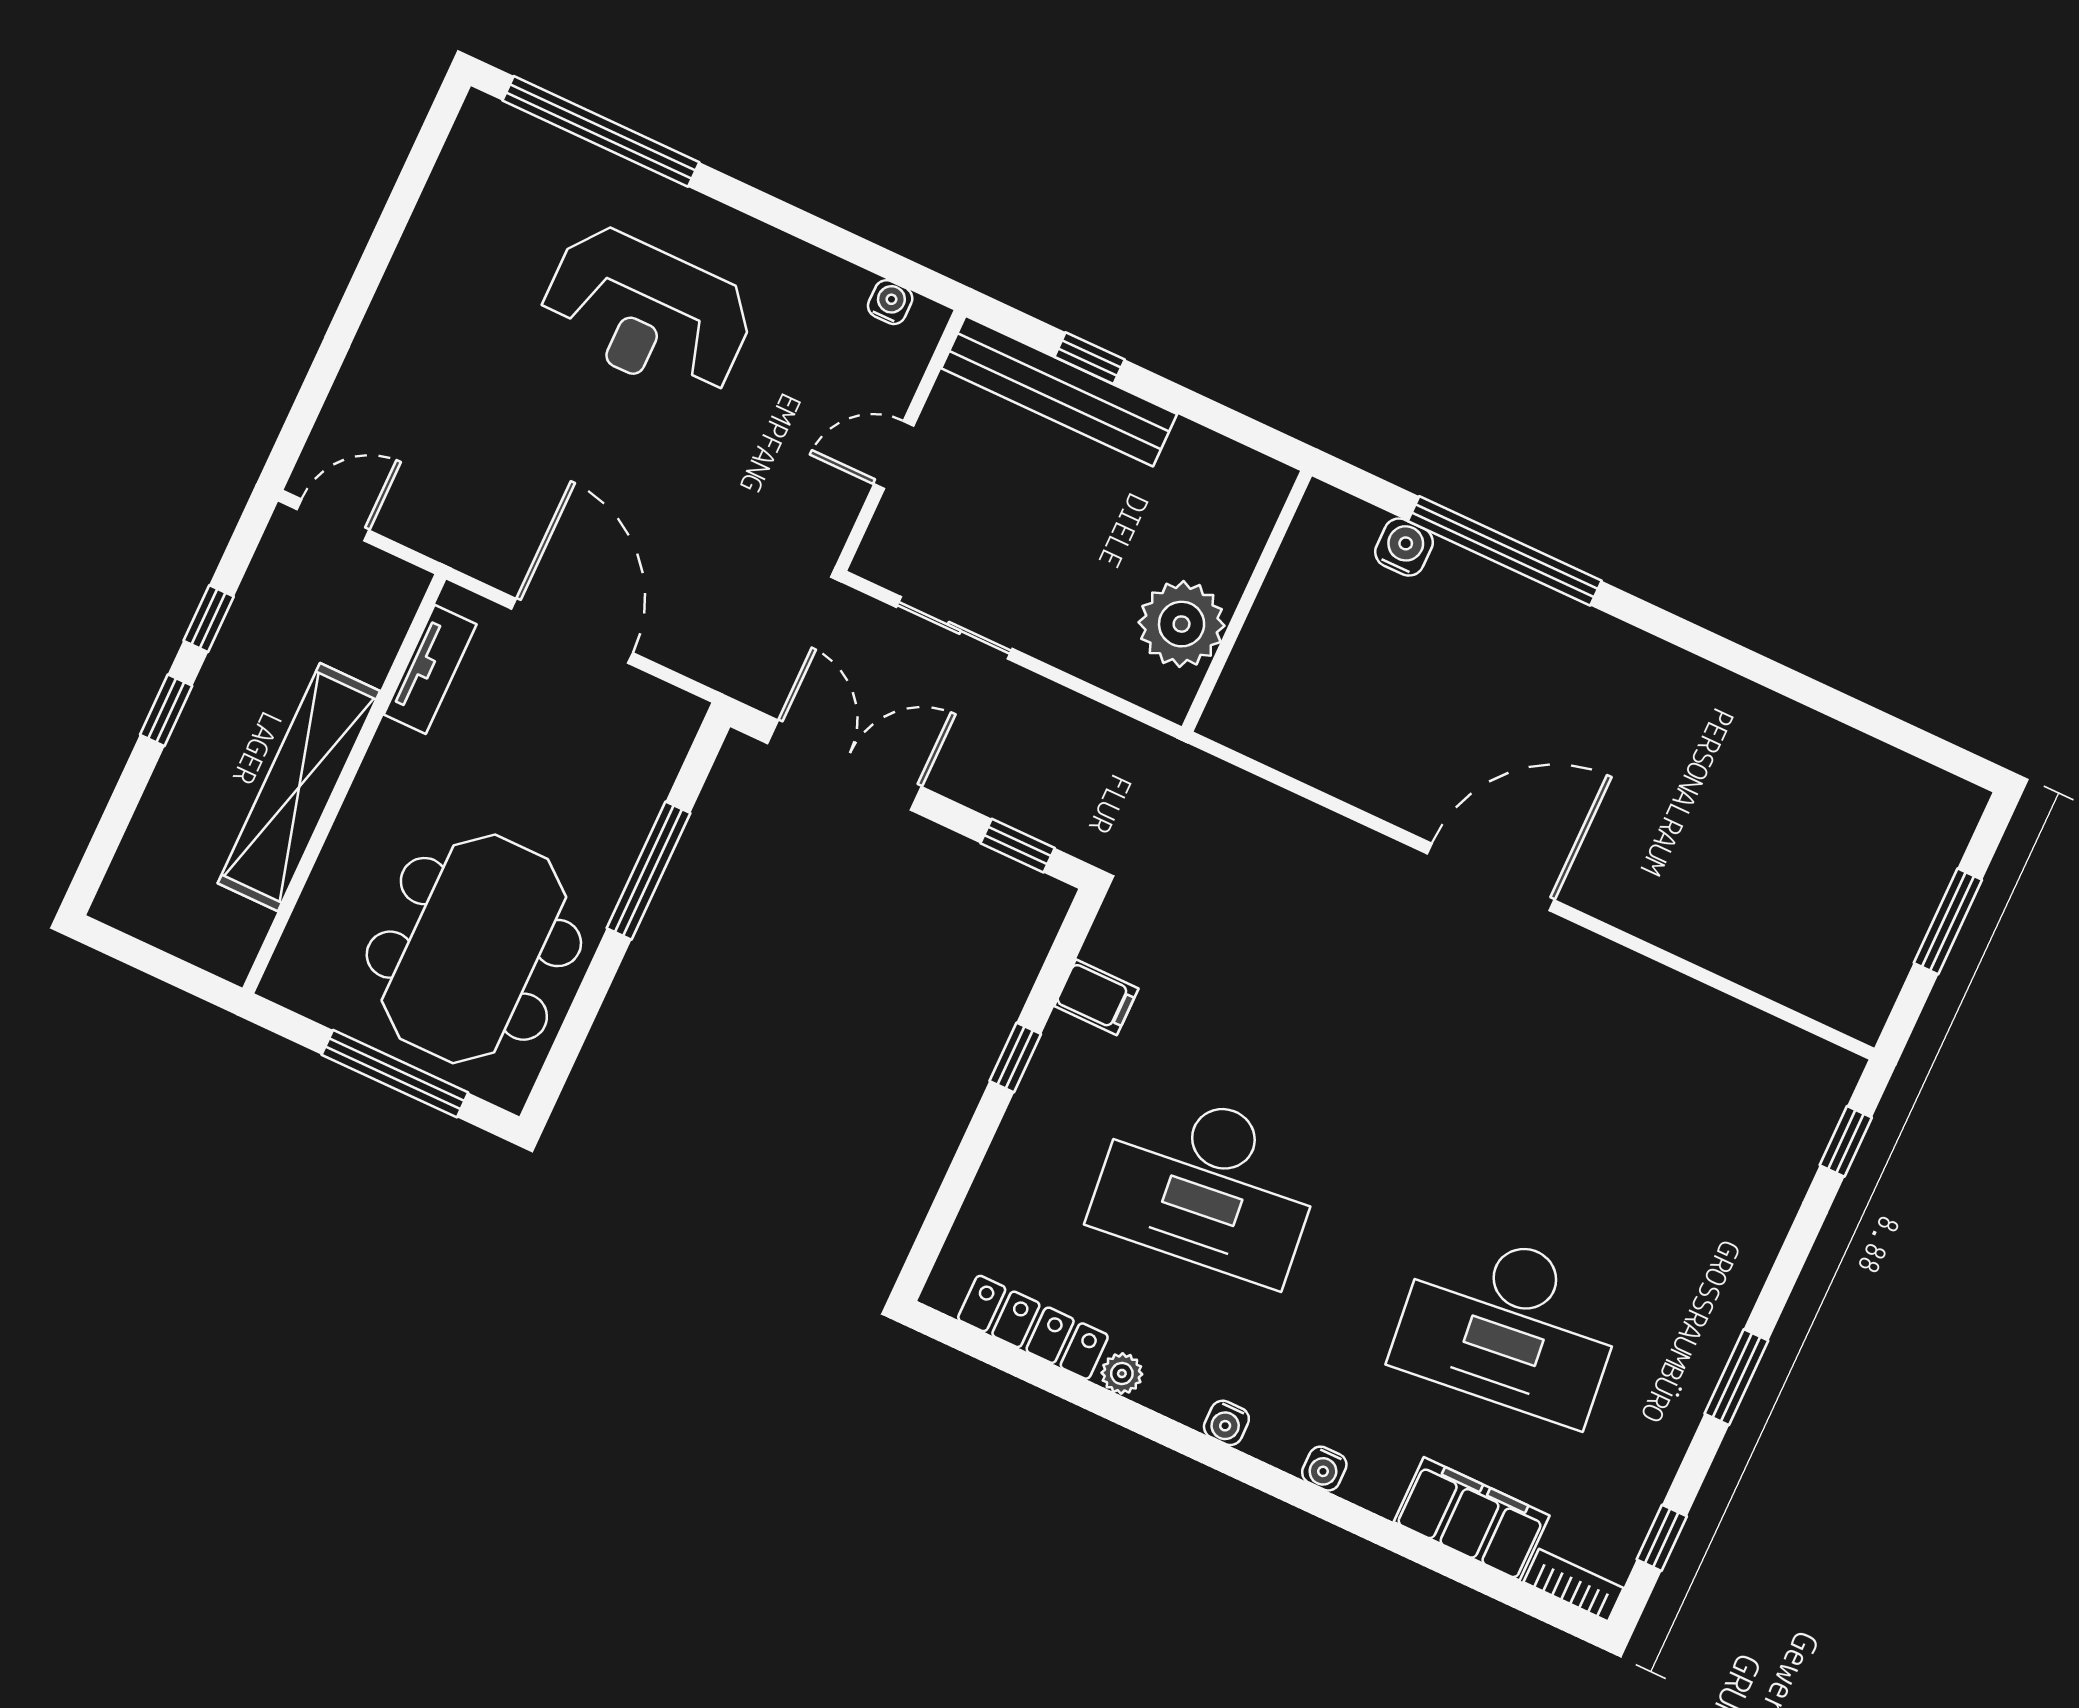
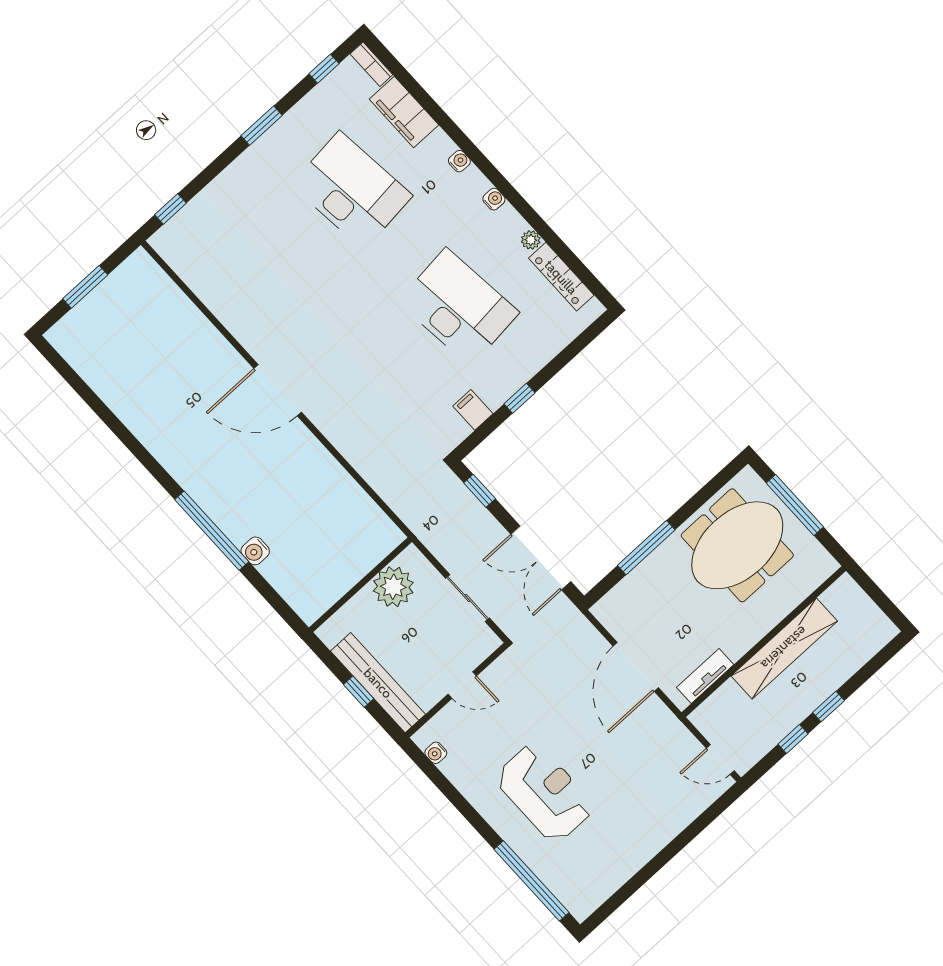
wall: (1247, 601) -> (360, 585), moved
plant: (1182, 624) -> (393, 587), moved

